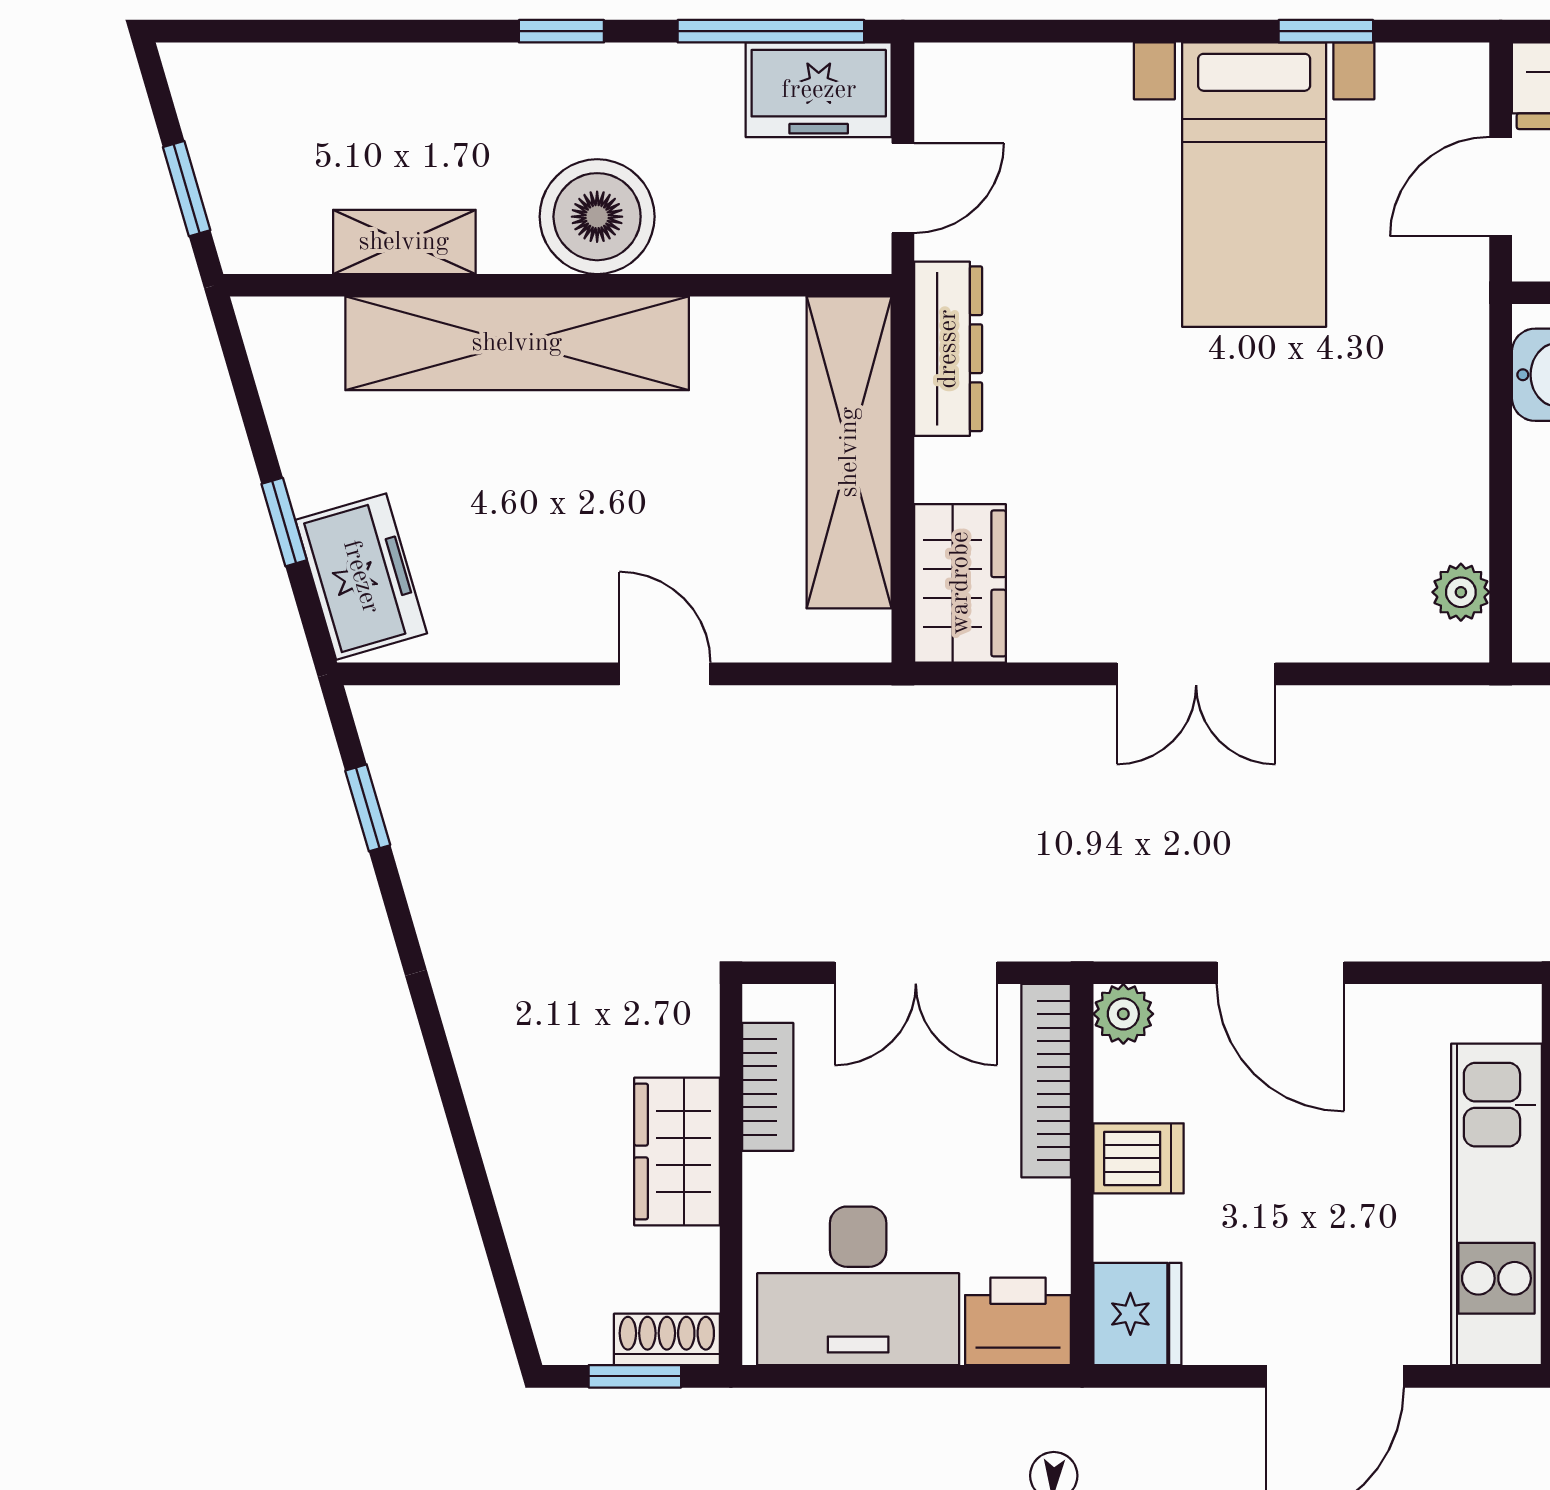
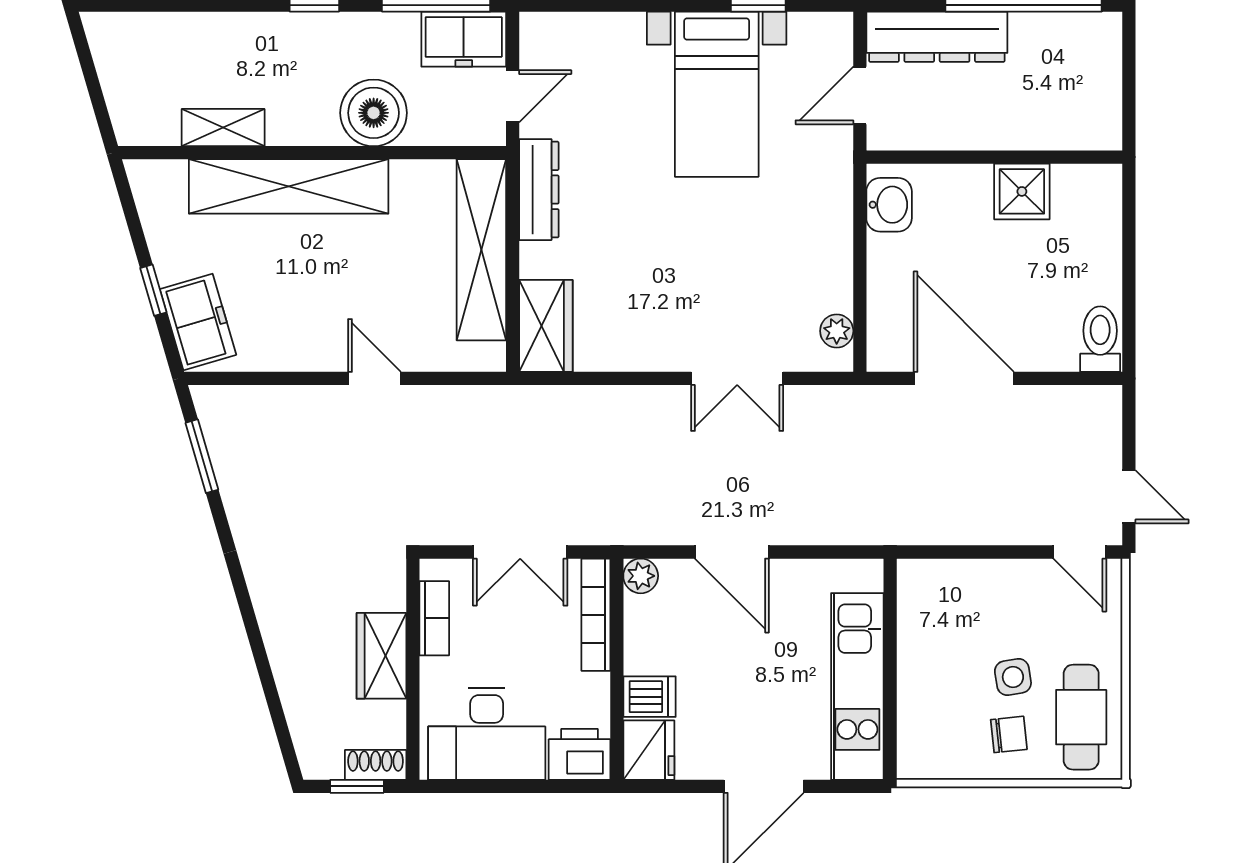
window: (187, 189) -> (97, 97), removed
boiler: (597, 217) -> (374, 113), moved
double door: (1196, 674) -> (737, 378), moved
window: (368, 808) -> (202, 456), width x1.50
dishwasher: (1139, 1158) -> (650, 697), moved

